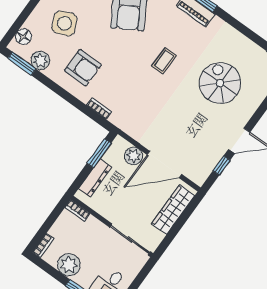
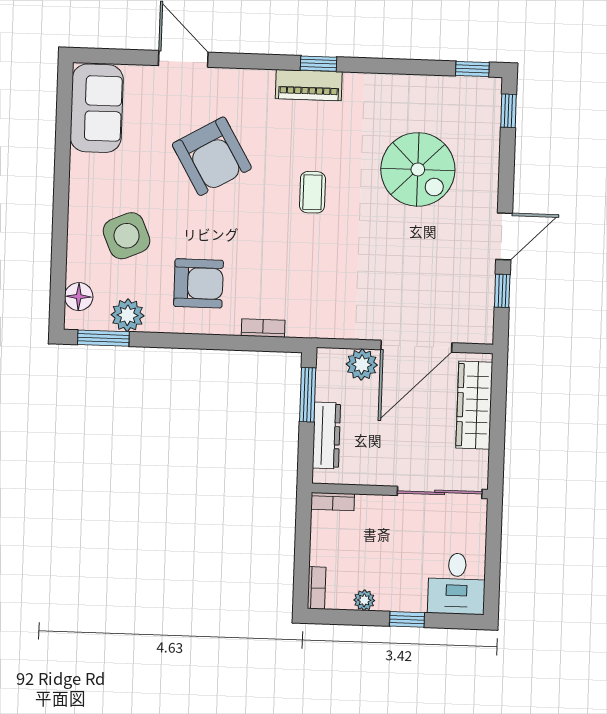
spiral stairs: (220, 83) -> (418, 169), turned 180
plant: (69, 265) -> (364, 600), width x0.53, depth x0.53

